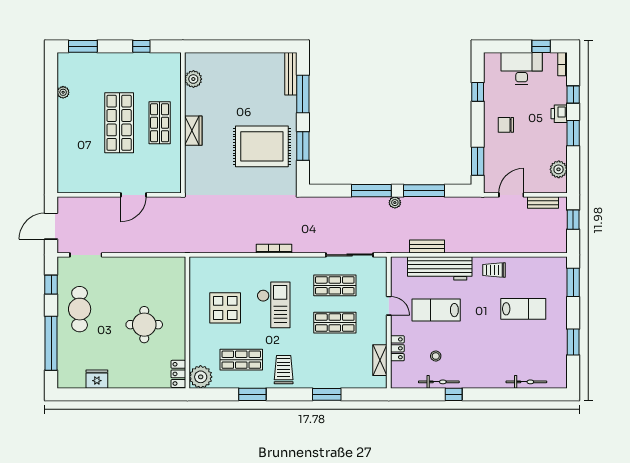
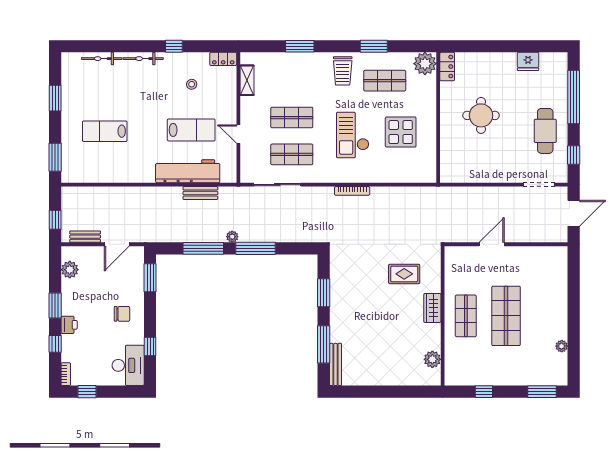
desk: (522, 68) -> (128, 365), moved, turned -90
rug: (262, 146) -> (404, 274), moved, width x0.54, depth x0.49
trolley: (494, 270) -> (134, 170), removed
locker: (397, 348) -> (223, 59), moved, turned -90
bicycle: (439, 382) -> (143, 59), moved

